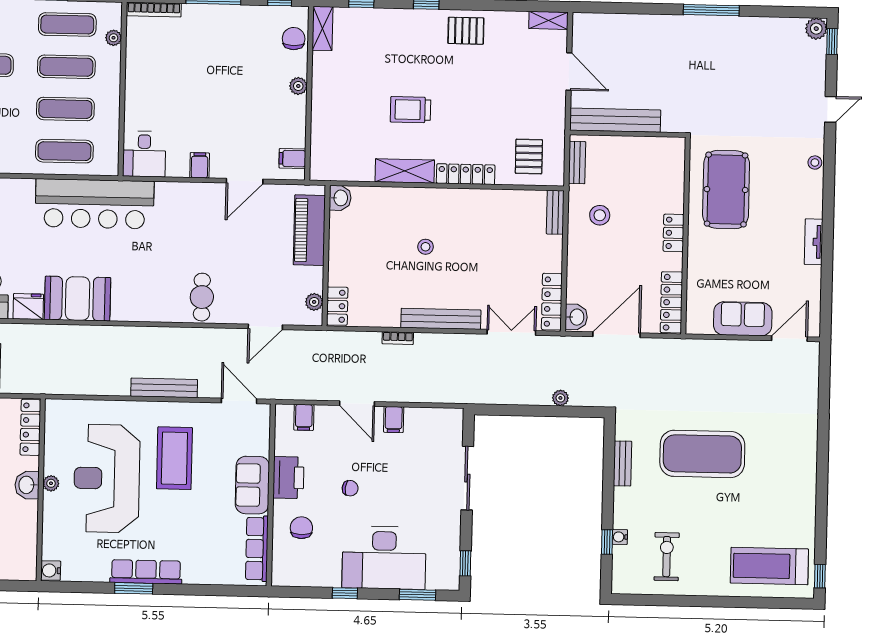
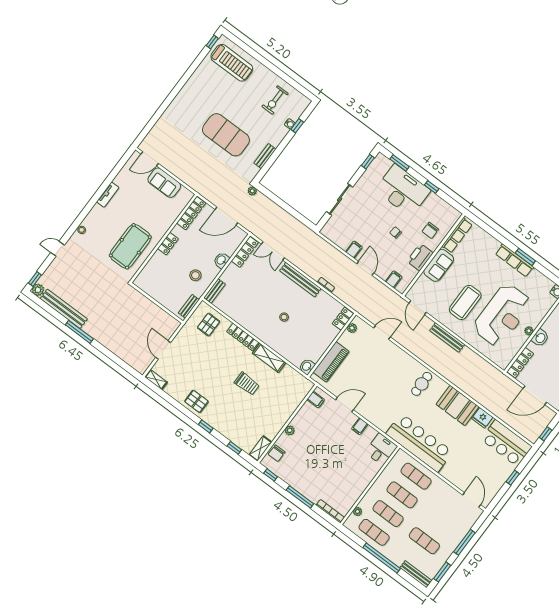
bench: (615, 120) -> (64, 309), moved
cafe table: (202, 297) -> (422, 384), moved
washbasin: (576, 317) -> (221, 260), moved
plant: (560, 398) -> (252, 191), moved

